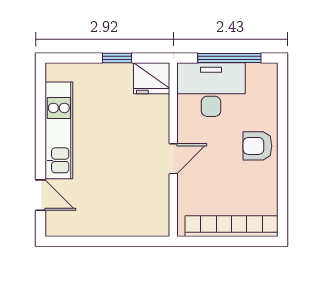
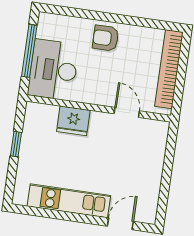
fridge: (152, 78) -> (73, 121), moved, turned 90
armchair: (257, 146) -> (106, 38), turned 90
door: (173, 159) -> (127, 112), moved

